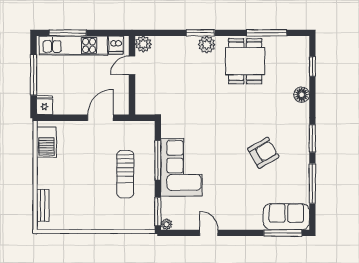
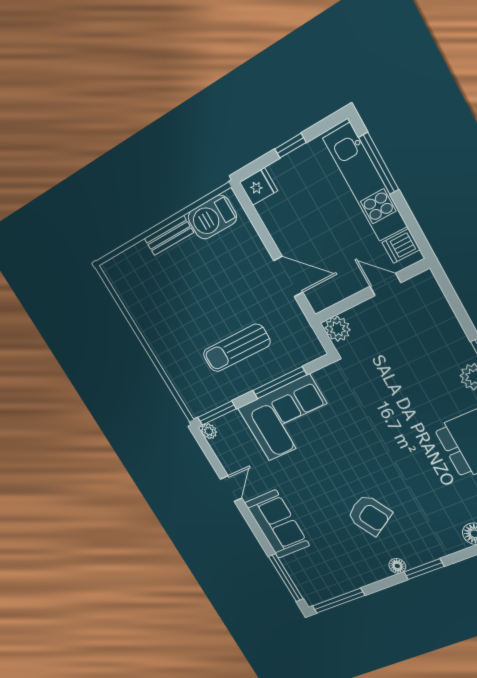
plant: (143, 44) -> (338, 329), moved
window: (34, 75) -> (290, 146), width x0.46
floor lamp: (304, 154) -> (397, 566), added
window: (312, 184) -> (339, 601), moved
bench: (43, 205) -> (169, 235), moved
sofa: (286, 217) -> (277, 524), moved

